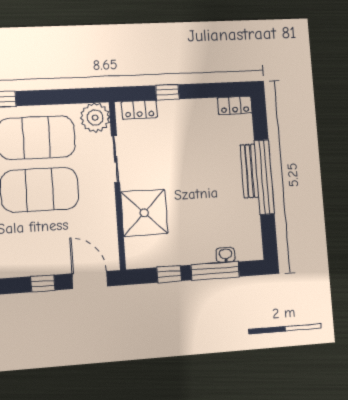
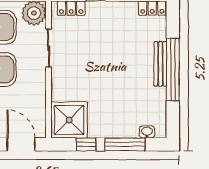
shower: (144, 213) -> (69, 120), moved
washbasin: (226, 255) -> (147, 132), moved

